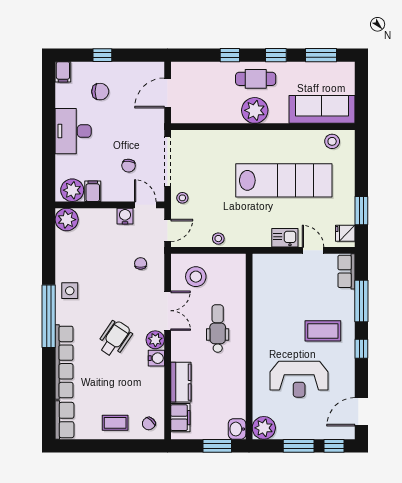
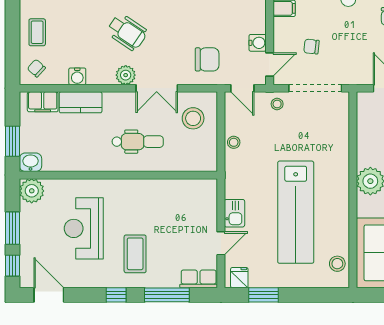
chair: (141, 263) -> (207, 59), width x1.87, depth x1.87
water cooler: (156, 358) -> (77, 76), moved

